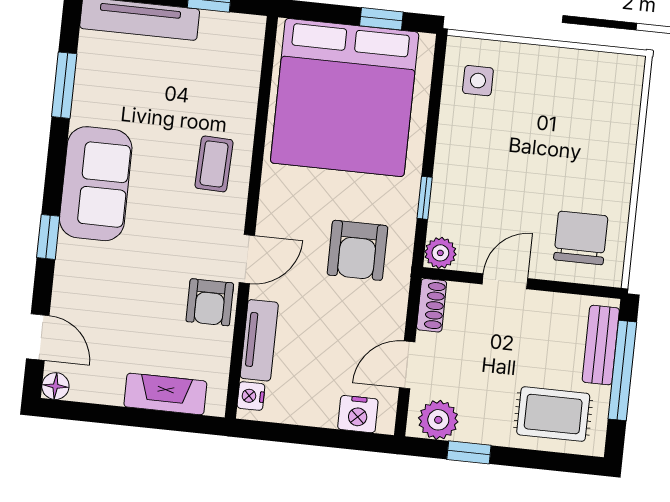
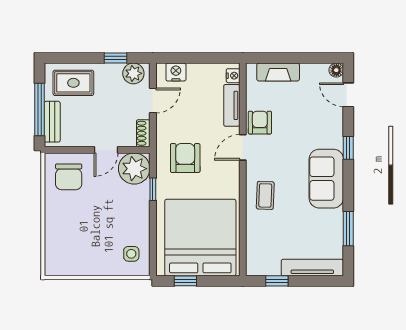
plant: (440, 253) -> (134, 169), width x1.88, depth x1.88

